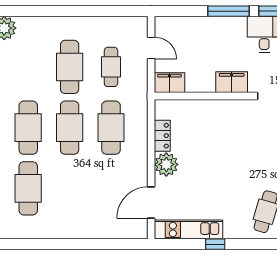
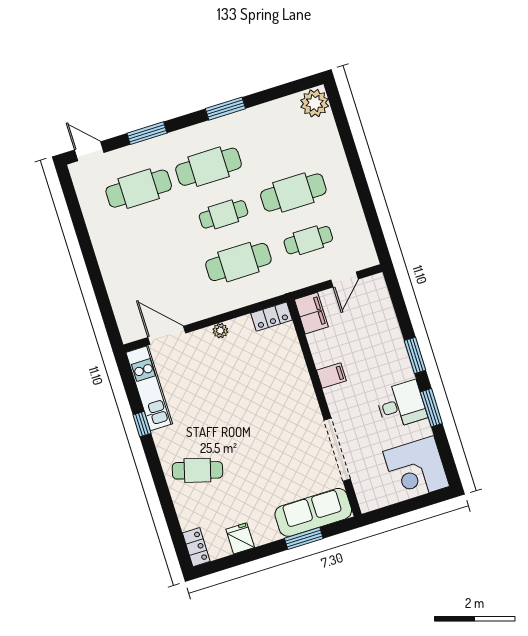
window: (229, 11) -> (415, 355), width x0.69
filing cabinet: (232, 82) -> (331, 375), width x0.50
cafe table: (70, 128) -> (223, 214), width x0.73, depth x0.74
locker: (162, 136) -> (272, 317), moved
plant: (166, 164) -> (220, 331), width x0.53, depth x0.53

